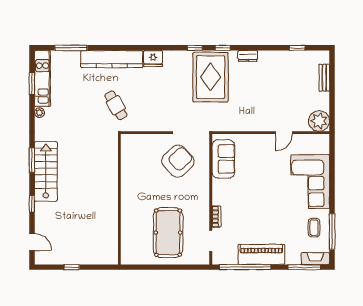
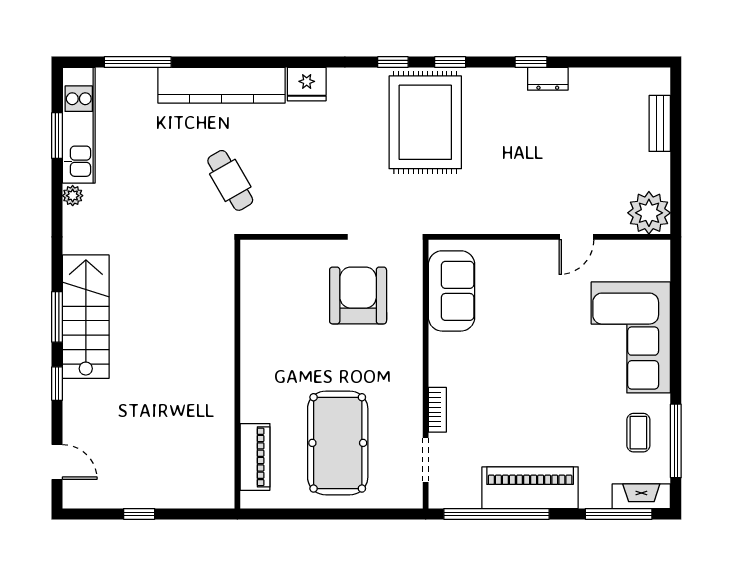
window: (297, 48) -> (531, 62), moved
dresser: (248, 56) -> (548, 79), moved
window: (32, 160) -> (57, 317), moved
armchair: (178, 161) -> (358, 296), turned -47
piano: (128, 239) -> (255, 457), added

